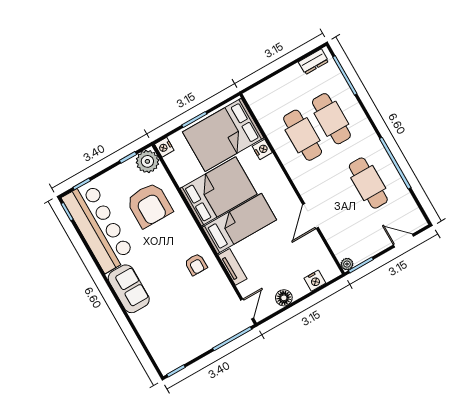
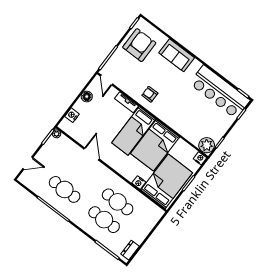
armchair: (149, 205) -> (139, 45), moved, turned 90
sofa: (129, 289) -> (177, 55), moved

